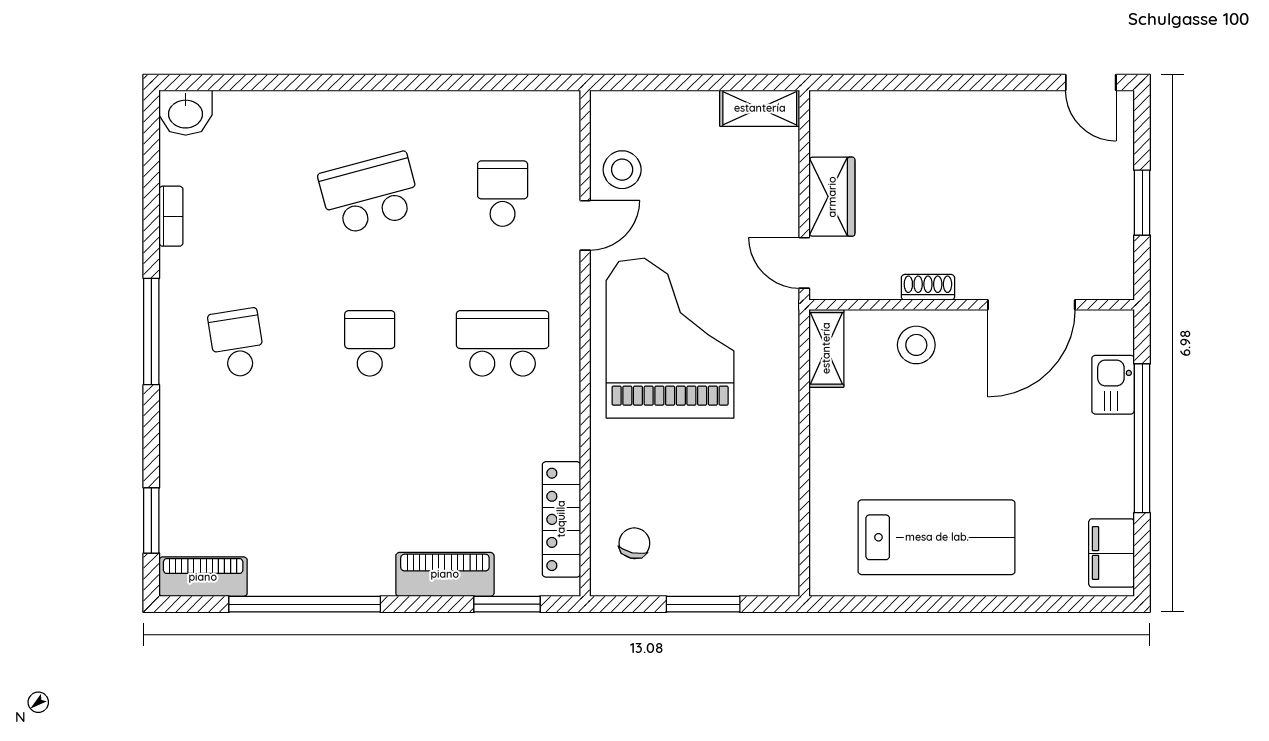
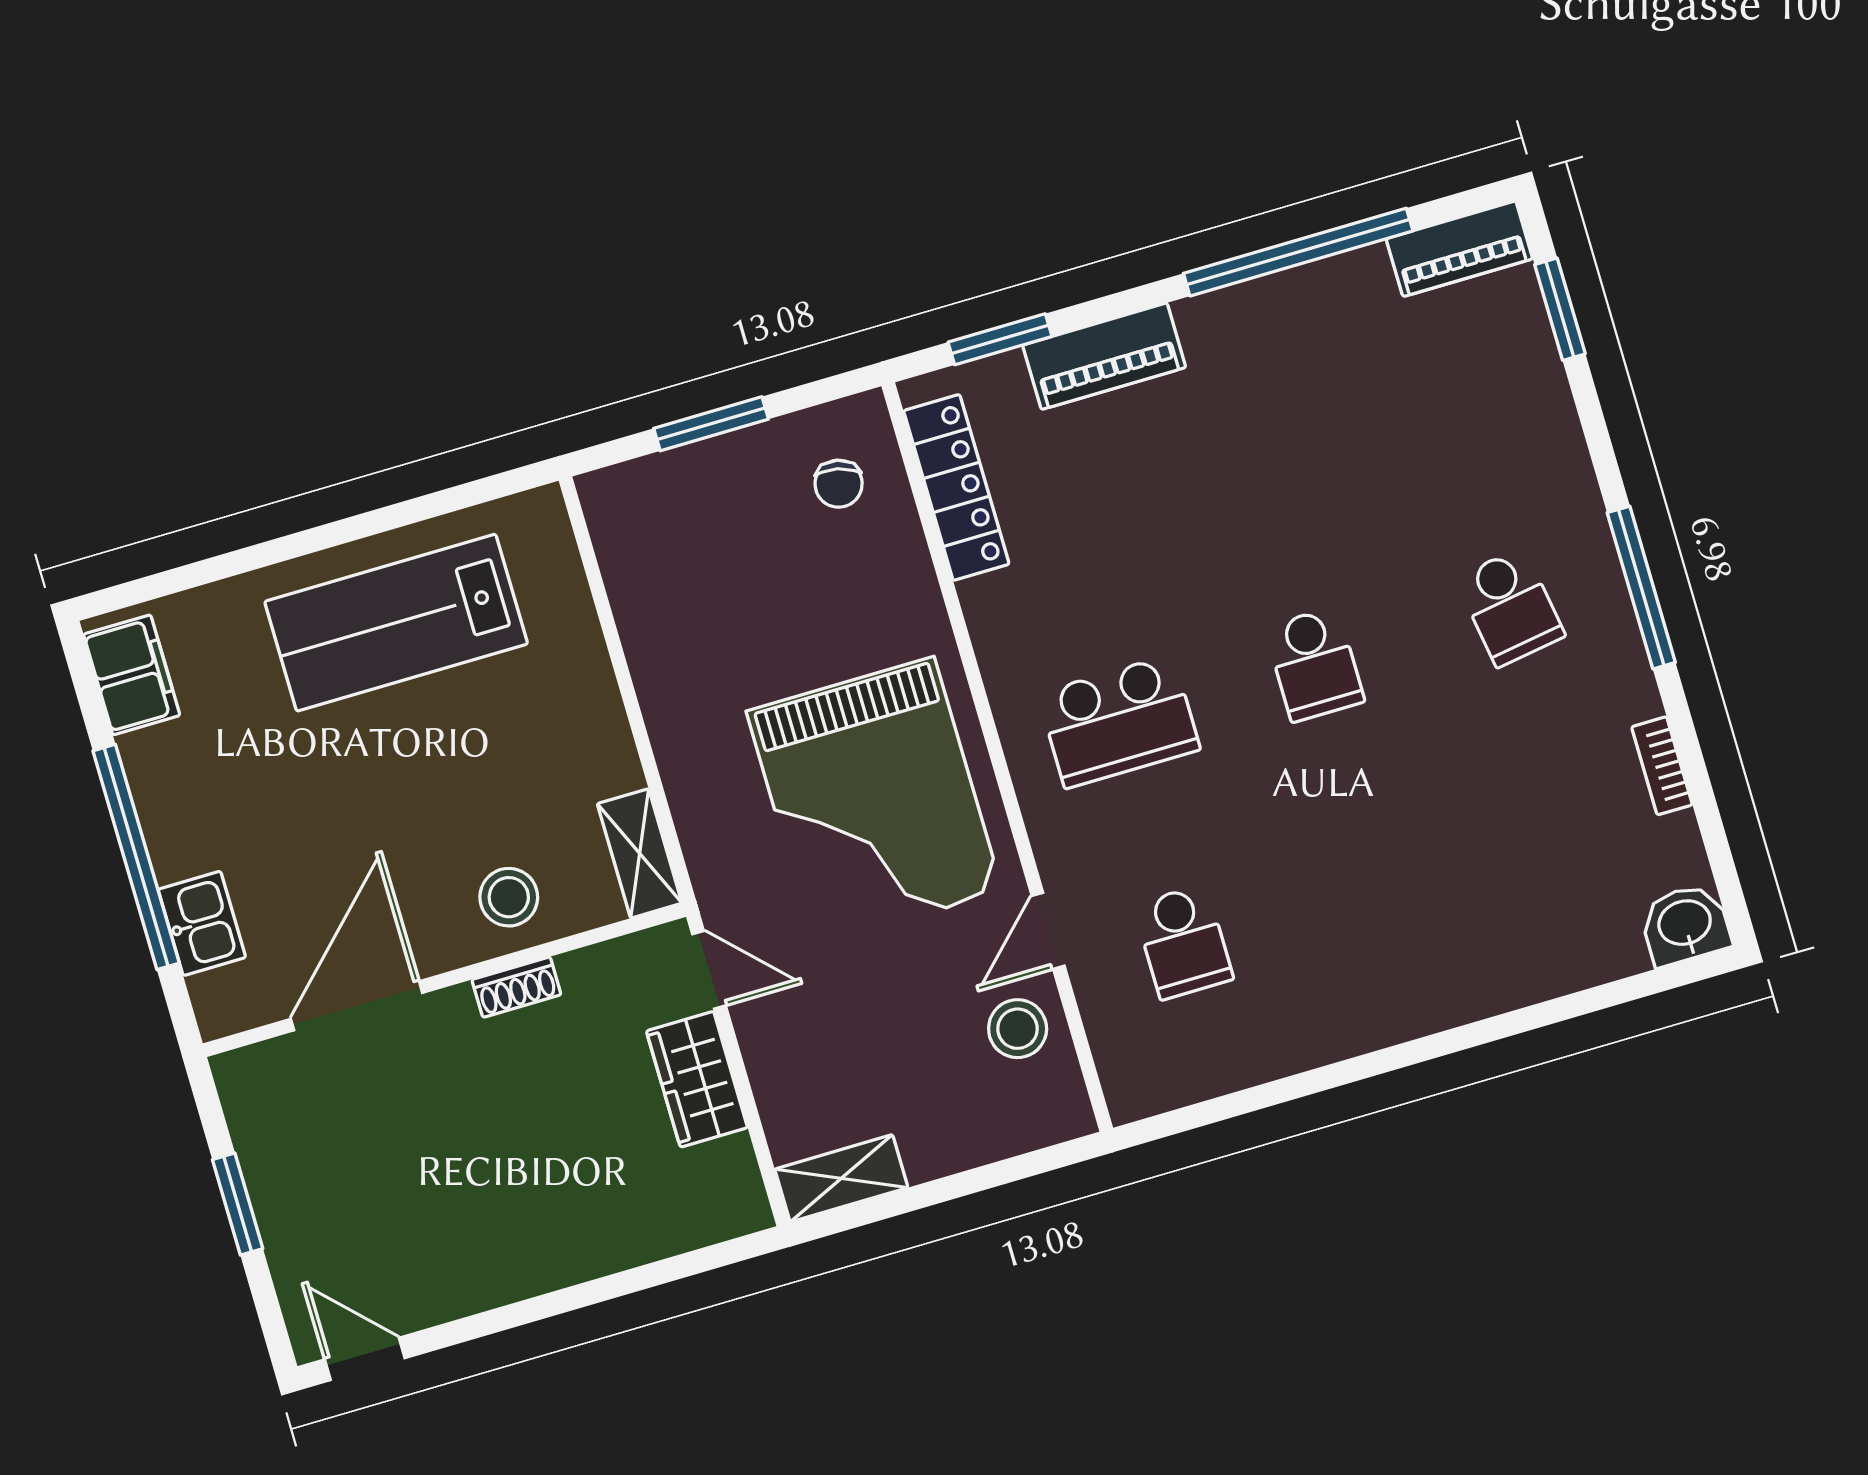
school desk: (370, 194) -> (1379, 885), removed

